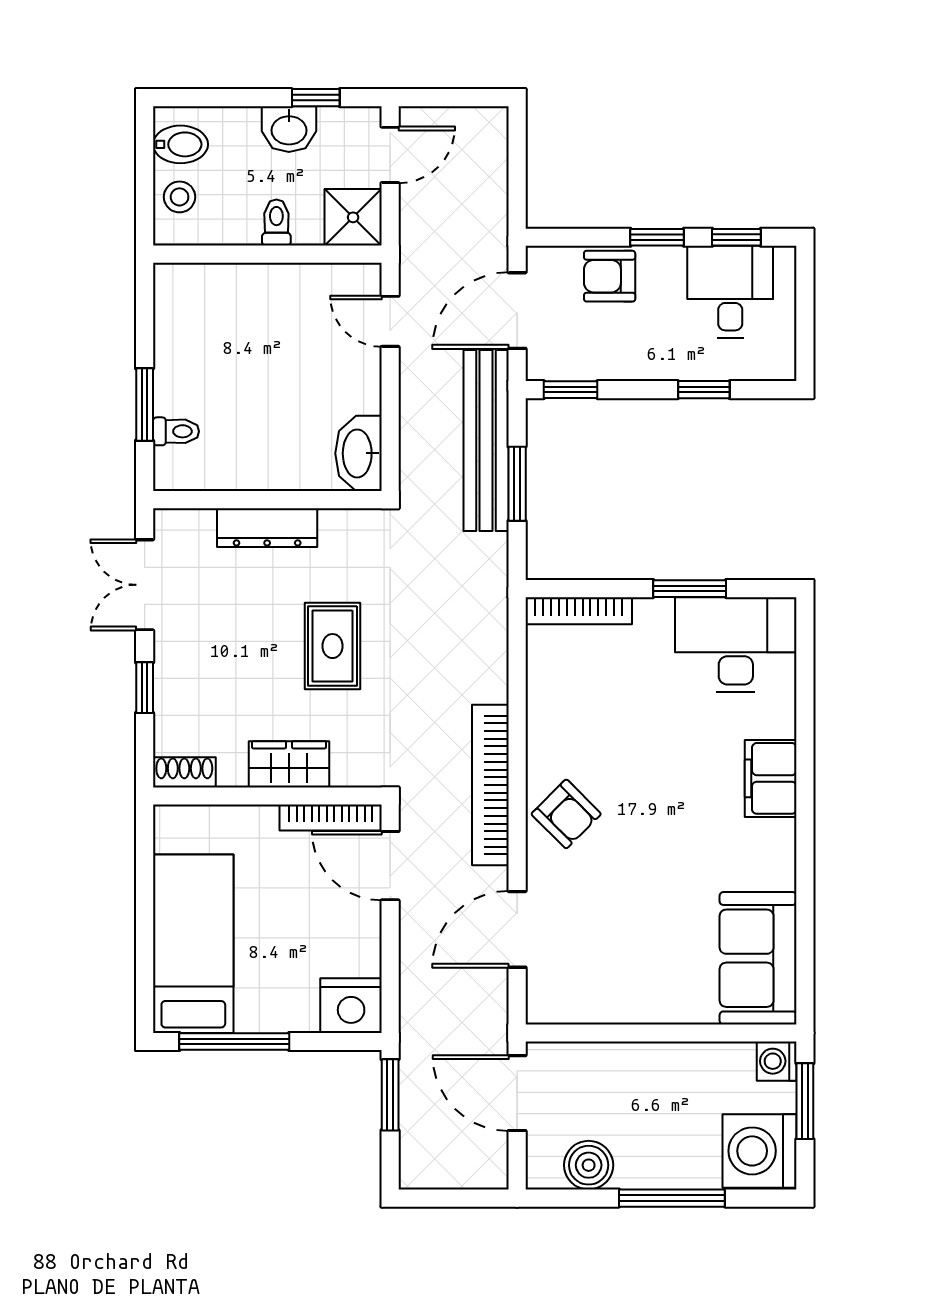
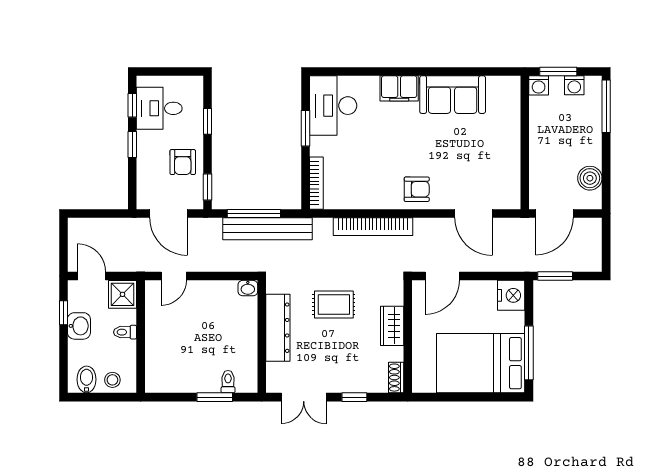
armchair: (610, 276) -> (183, 162), moved
bench: (486, 440) -> (268, 229), moved
washbasin: (359, 453) -> (248, 288), width x0.52, depth x0.69
window: (517, 484) -> (254, 213), width x1.44
dresser: (267, 528) -> (278, 328), width x1.37, depth x1.24
bookcase: (490, 785) -> (373, 227), moved
armchair: (566, 814) -> (417, 189), turned 45
bookcase: (331, 817) -> (418, 305), removed
bed: (193, 944) -> (481, 363), width x1.50
sofa: (758, 958) -> (453, 95), moved
washing machine: (760, 1151) -> (574, 85), width x0.53, depth x0.53
window: (672, 1198) -> (606, 106), moved

